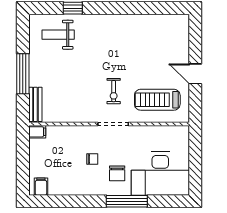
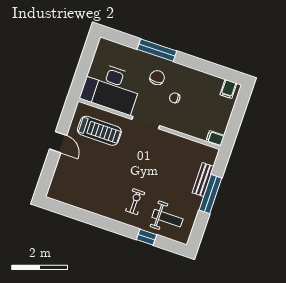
exercise bike: (114, 91) -> (135, 202), moved
bench: (35, 104) -> (203, 180), moved
desk: (160, 174) -> (111, 88), moved, turned 180

